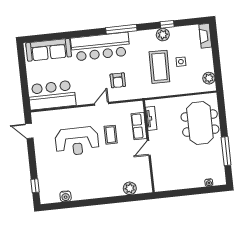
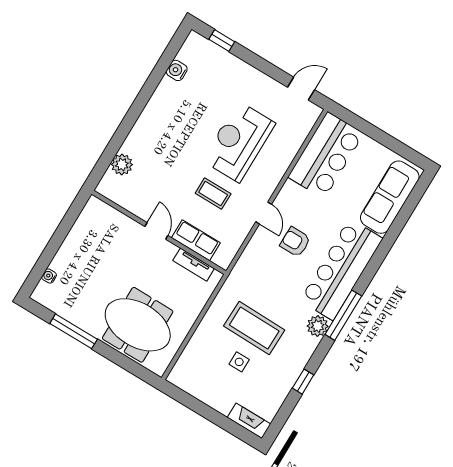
plant: (163, 35) -> (318, 326), moved
plant: (209, 78) -> (189, 383), removed
armchair: (118, 80) -> (295, 242), moved

